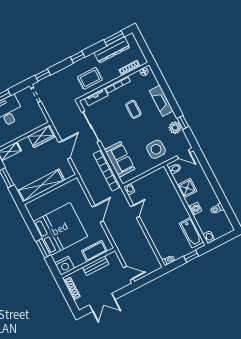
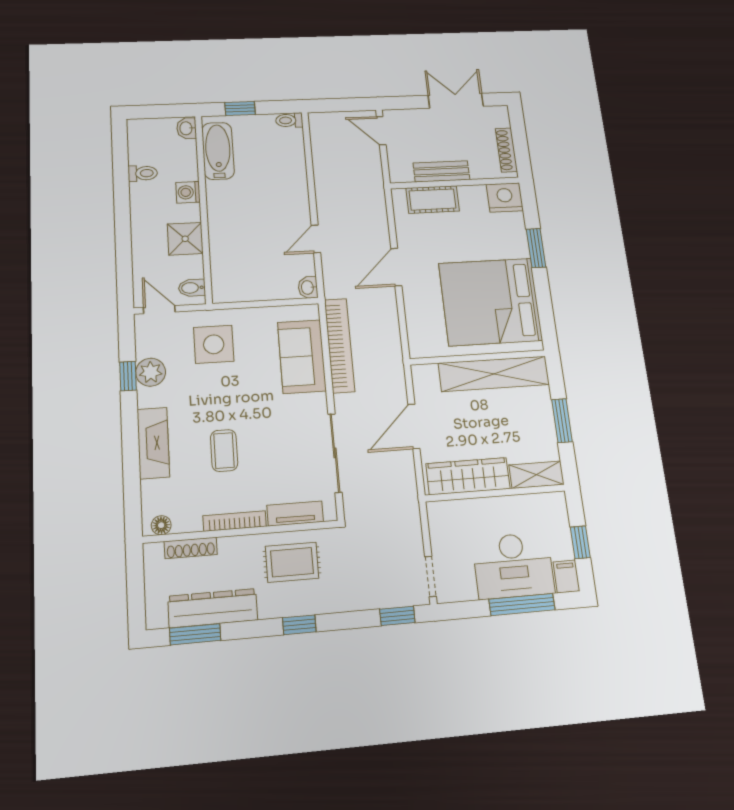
wardrobe: (41, 137) -> (468, 476), width x1.50
bed: (60, 229) -> (490, 302), moved

